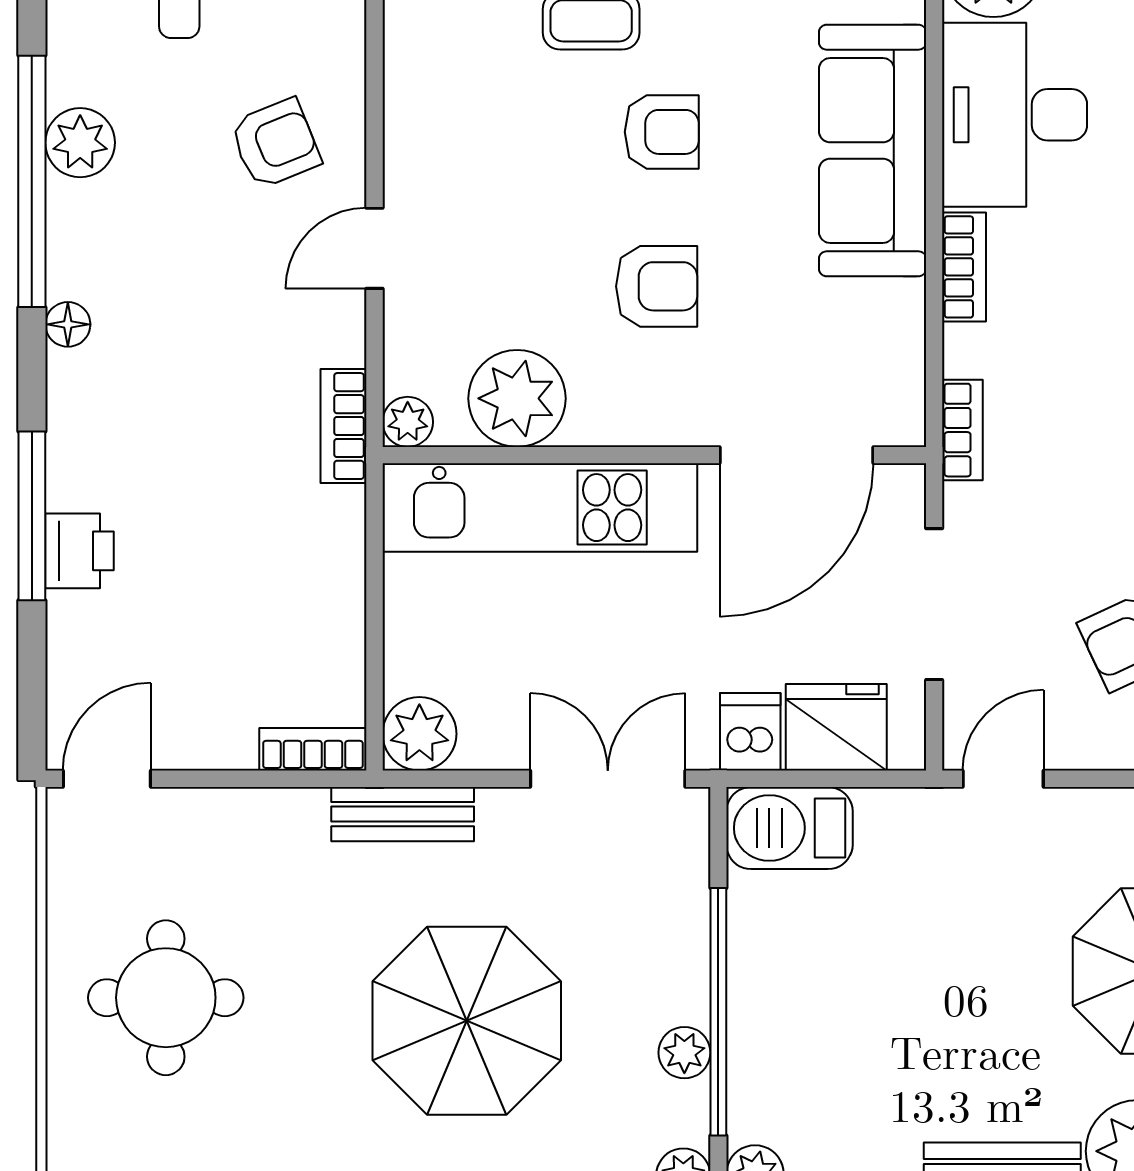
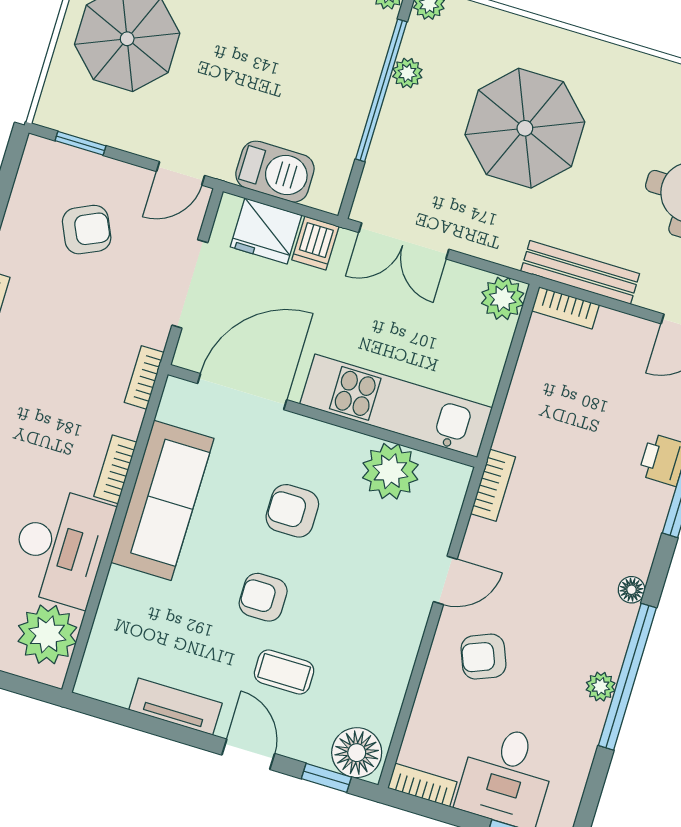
plant: (80, 143) -> (601, 687), width x0.73, depth x0.73
sofa: (873, 150) -> (162, 500), moved
plant: (408, 422) -> (456, 477), removed
bench: (403, 814) -> (580, 272), moved, width x1.36
barbecue: (790, 828) -> (275, 172), moved

